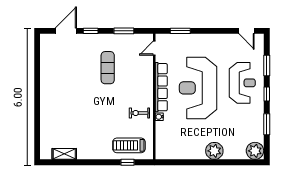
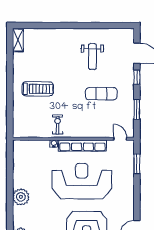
weight bench: (69, 77) -> (92, 57), added
treadmill: (129, 145) -> (38, 89), moved, turned 90
shelving: (64, 154) -> (18, 40), moved
window: (127, 162) -> (10, 113), removed

